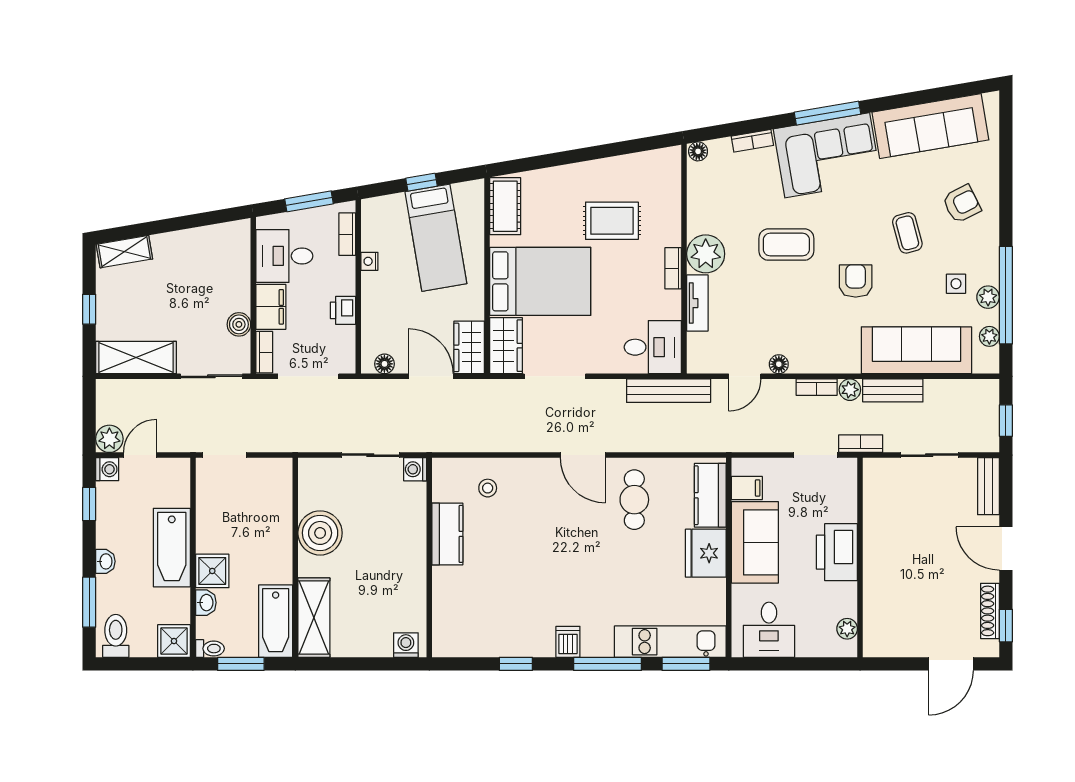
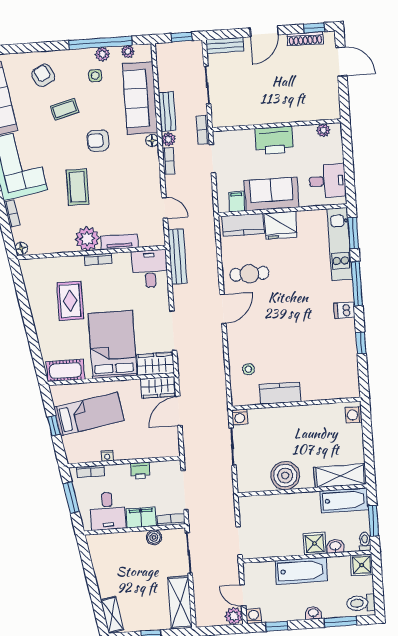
floor lamp: (384, 364) -> (173, 441), removed
floor lamp: (779, 364) -> (152, 141), moved

